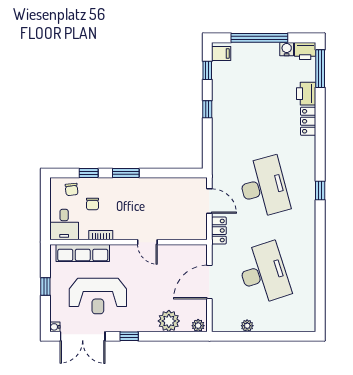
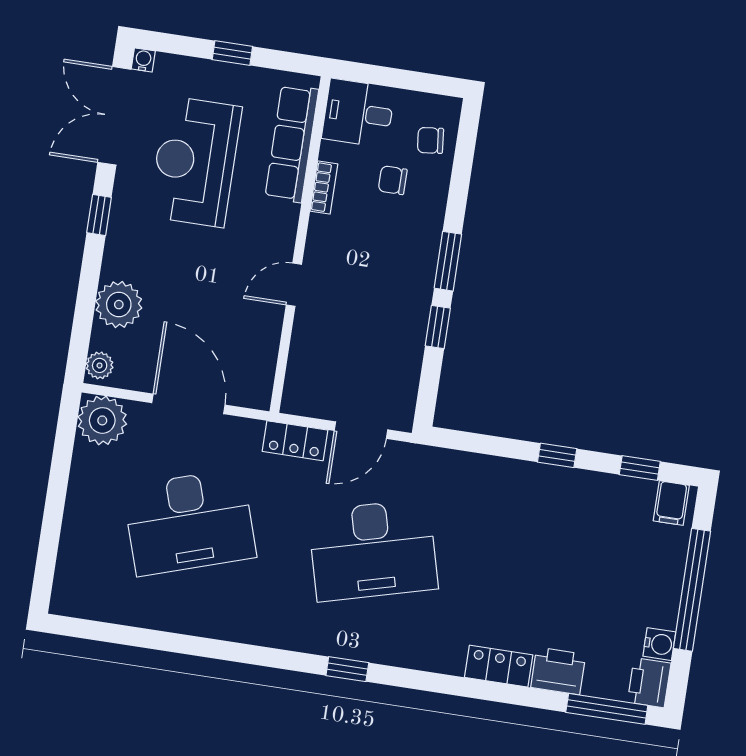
window: (89, 173) -> (438, 327), moved
plant: (247, 326) -> (102, 420), moved, width x1.88, depth x1.88

